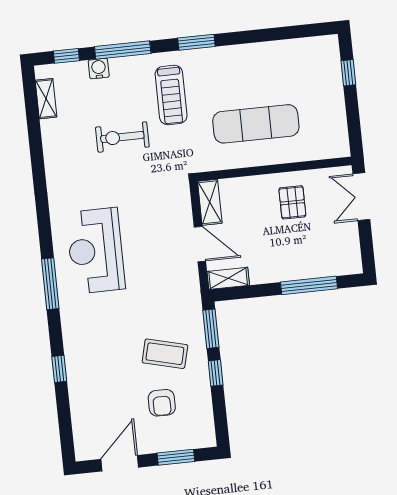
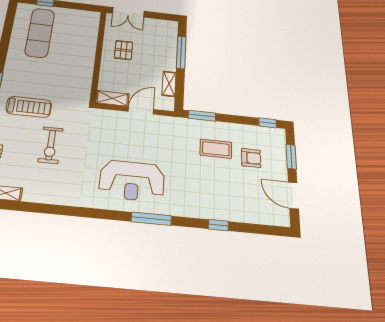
exercise mat: (256, 124) -> (40, 33), moved
pallet: (292, 202) -> (124, 50), turned 90
shelving: (228, 278) -> (169, 84), moved
coffee table: (165, 354) -> (216, 149), turned 76
window: (216, 373) -> (268, 123), moved

